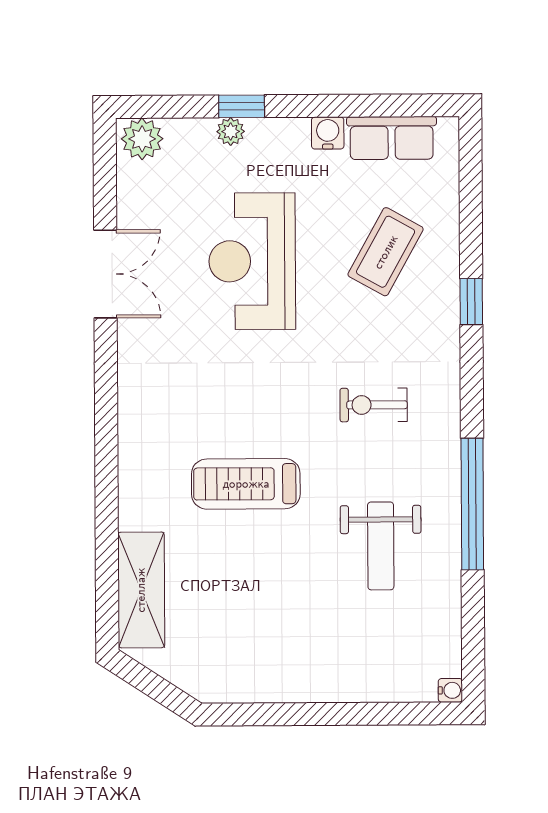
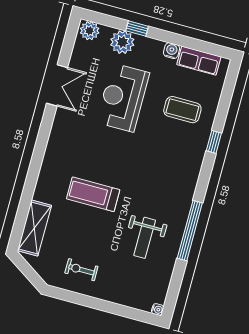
plant: (231, 131) -> (122, 42), width x1.88, depth x1.88
coffee table: (386, 252) -> (182, 110), turned 61
exercise bike: (374, 405) -> (81, 270), moved

